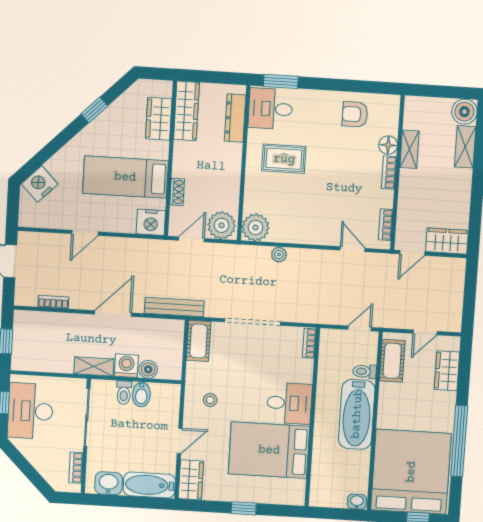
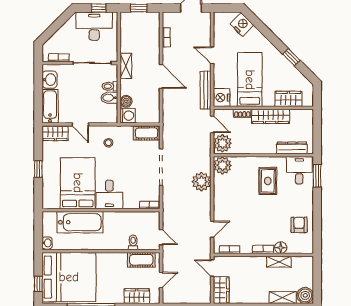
wardrobe: (186, 111) -> (271, 116), moved
plant: (279, 255) -> (201, 182), width x1.87, depth x1.87
bench: (174, 307) -> (206, 90), moved
door: (425, 332) -> (161, 280), swing flipped
washing machine: (126, 366) -> (128, 116), moved
bathtub: (357, 414) -> (80, 222), moved, turned 180

